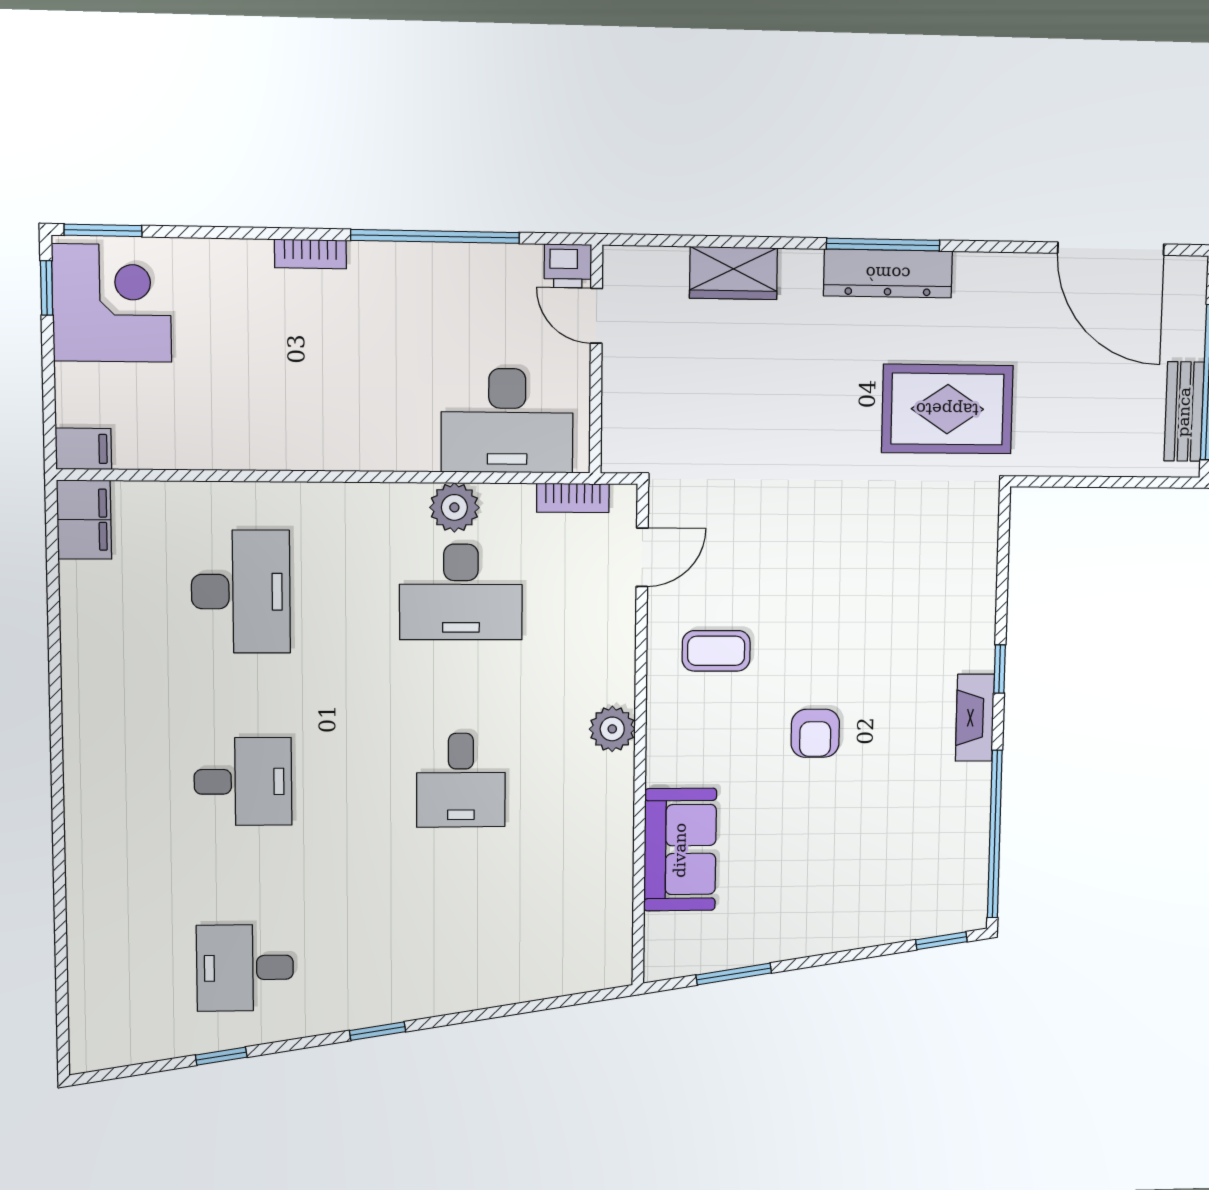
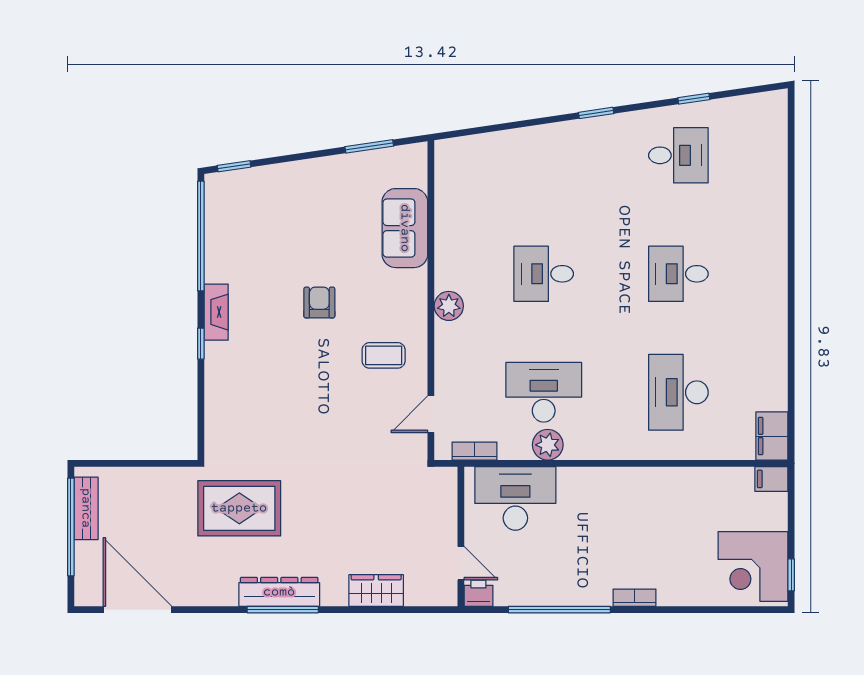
window: (103, 230) -> (757, 610), removed
desk: (461, 780) -> (544, 274), turned -90

